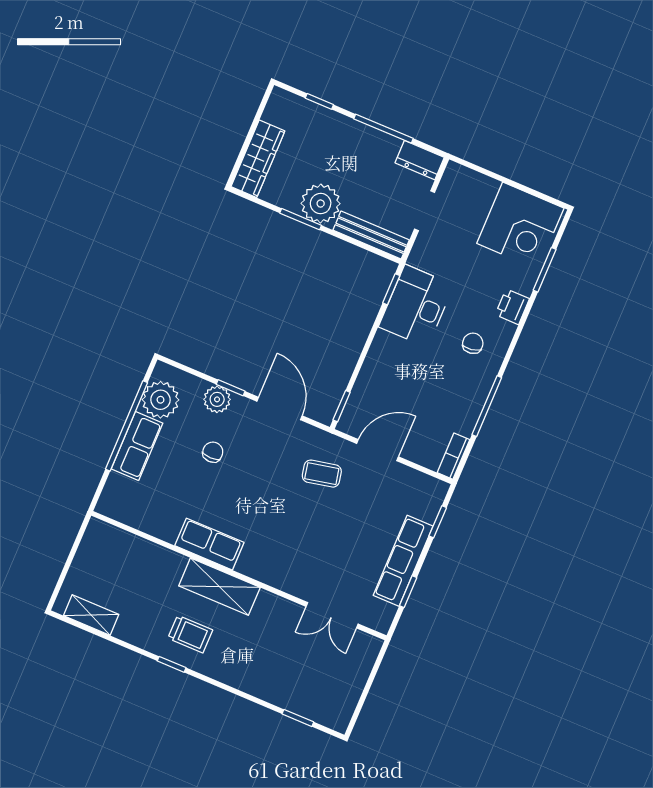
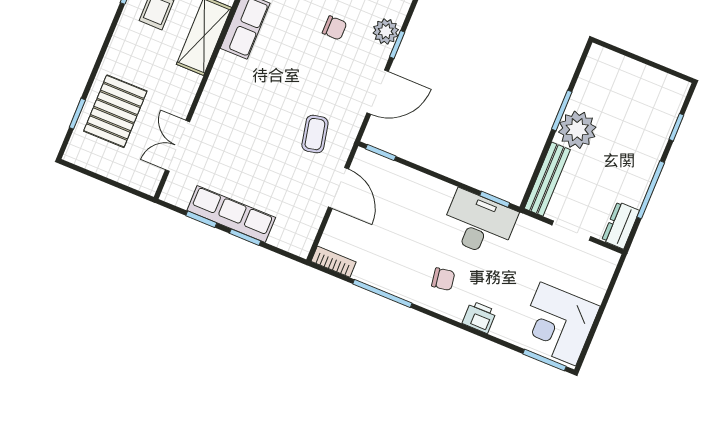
wardrobe: (258, 159) -> (620, 68), removed
window: (545, 270) -> (545, 360), moved
window: (438, 522) -> (245, 237), moved
pallet: (296, 679) -> (115, 111), added

